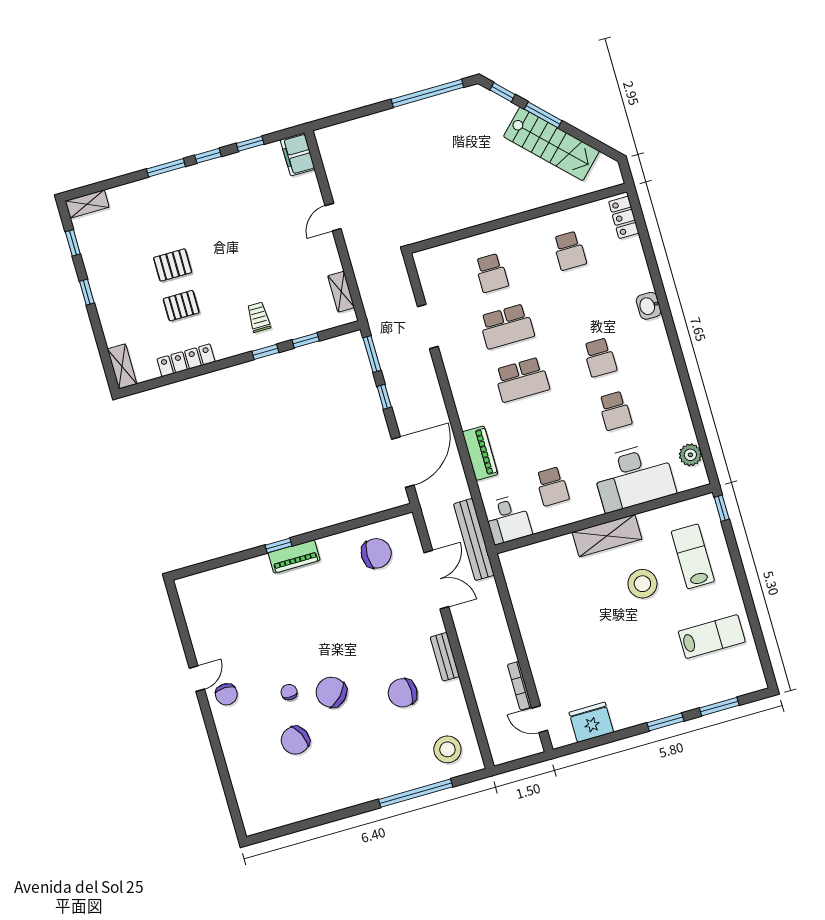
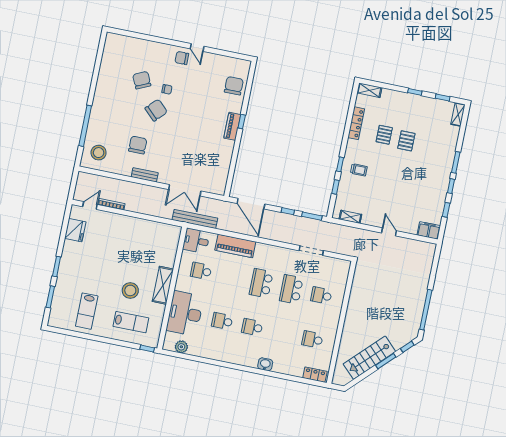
piano: (480, 453) -> (235, 246), width x1.37, depth x1.33
chair: (376, 553) -> (234, 86), moved, turned 180

